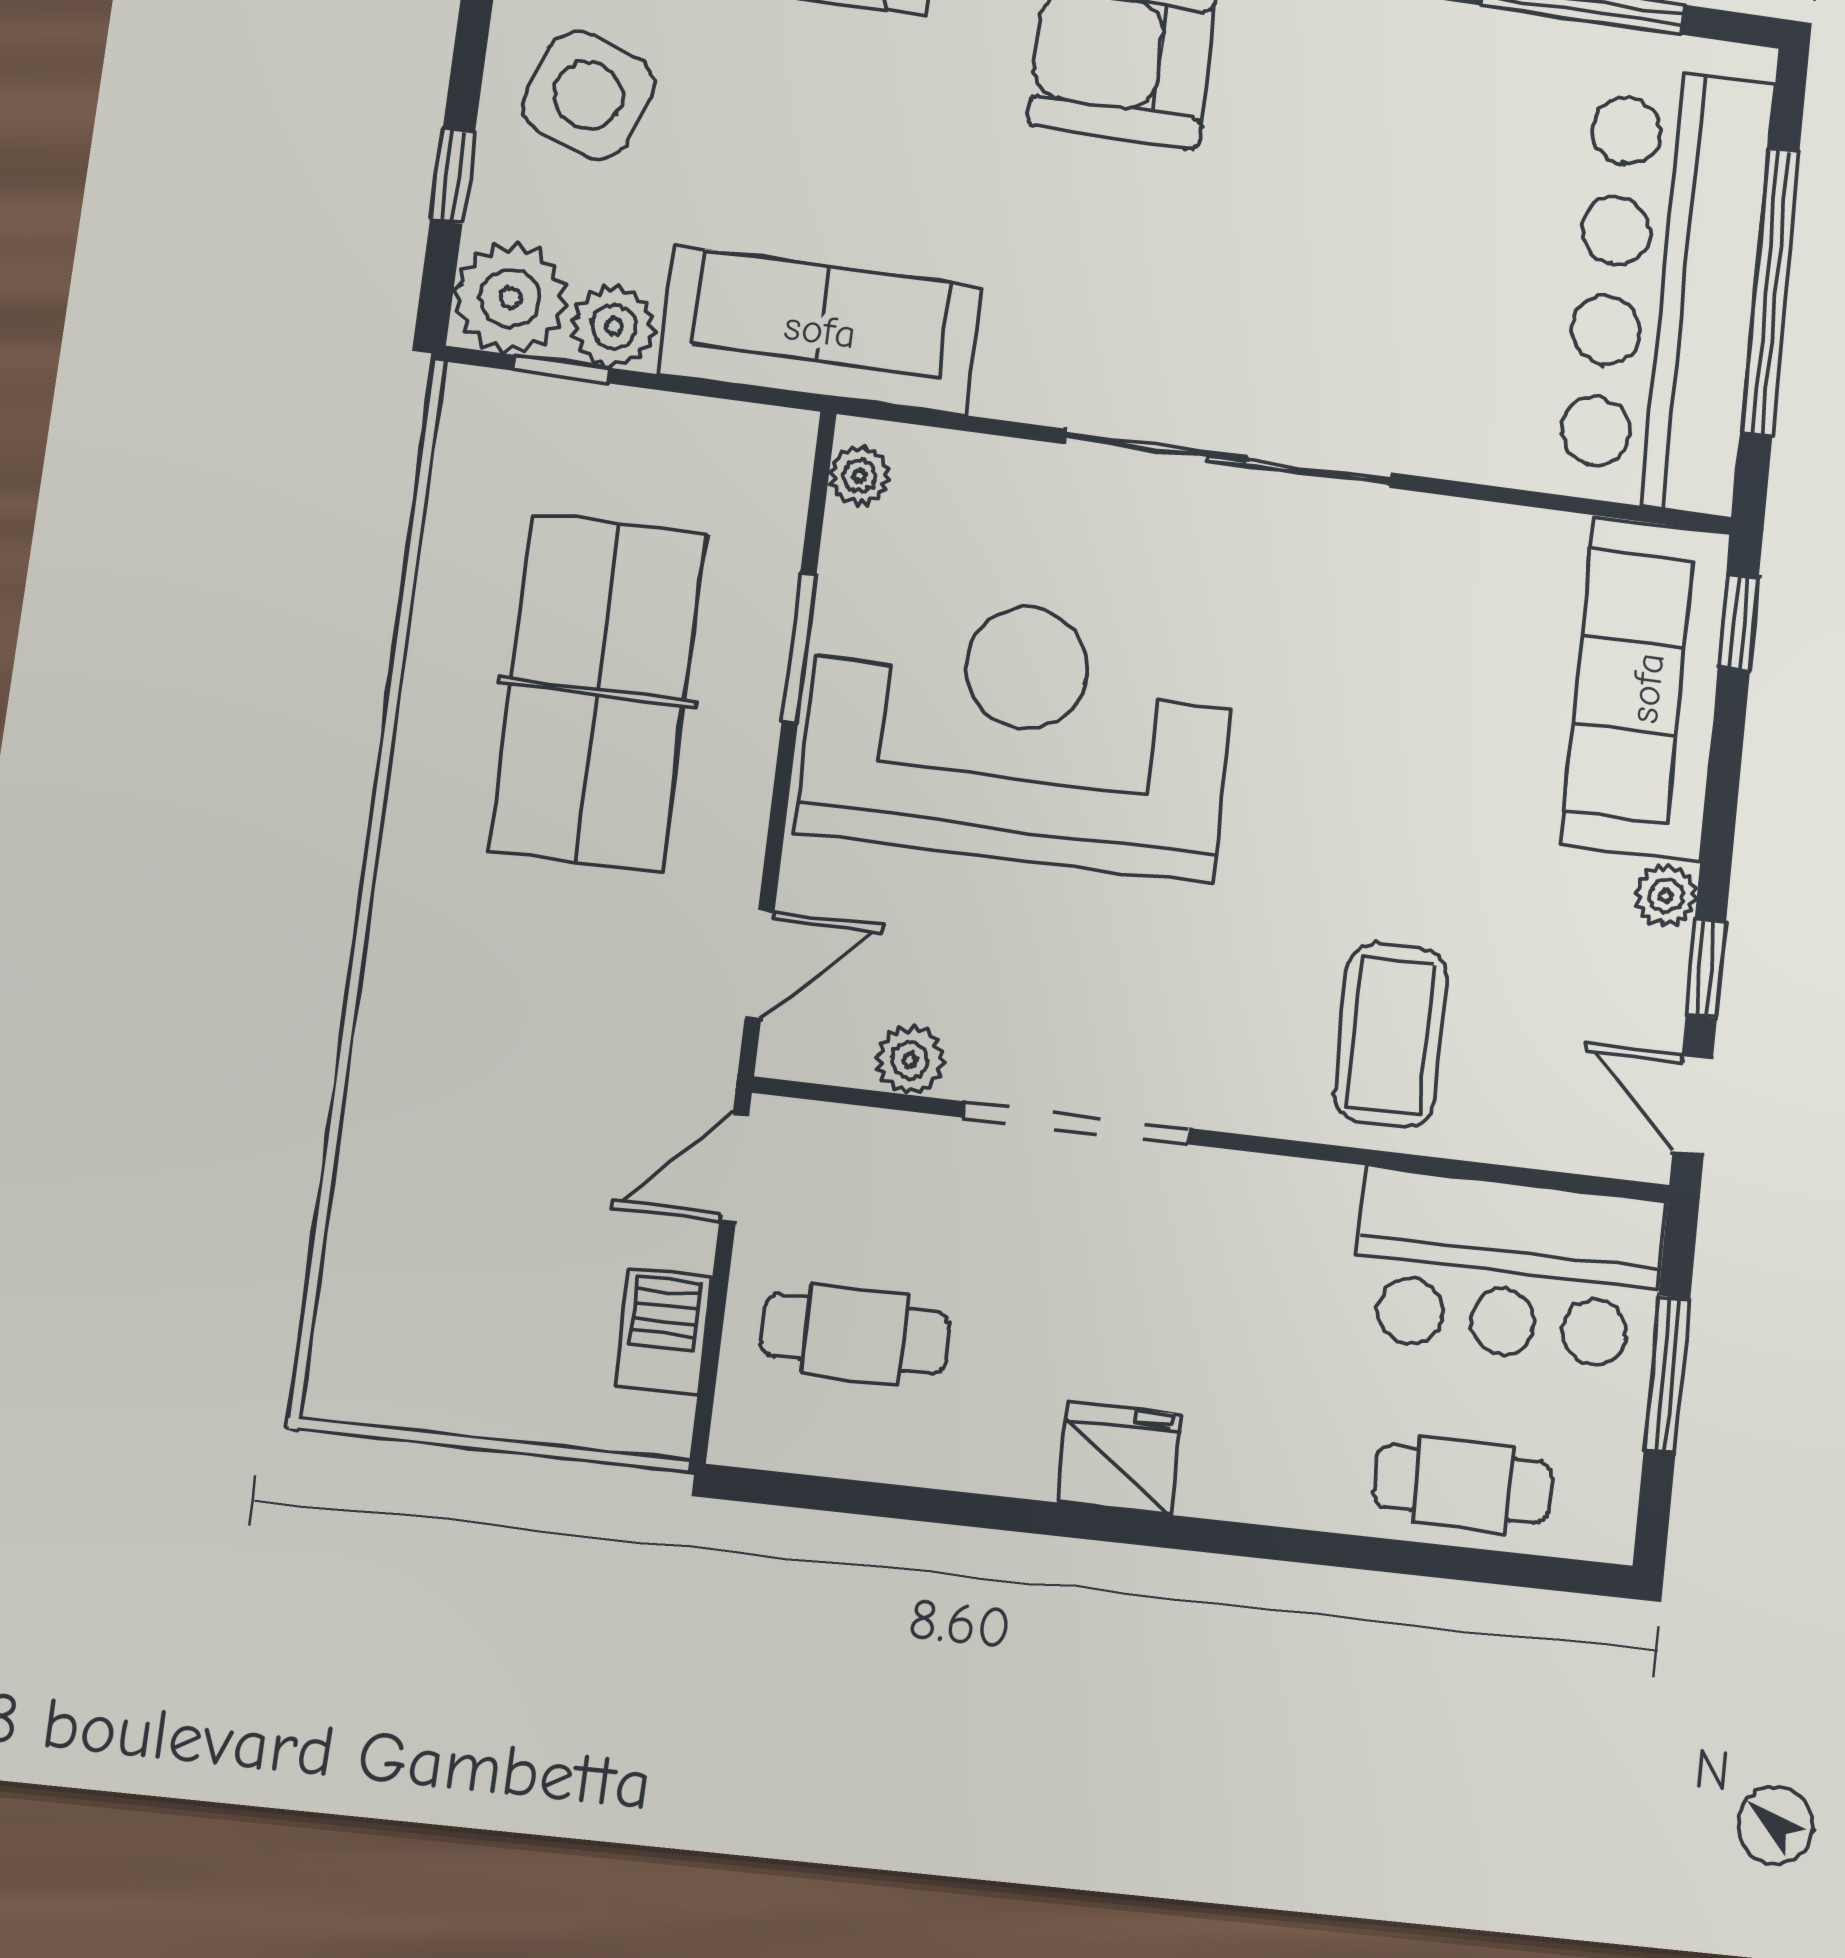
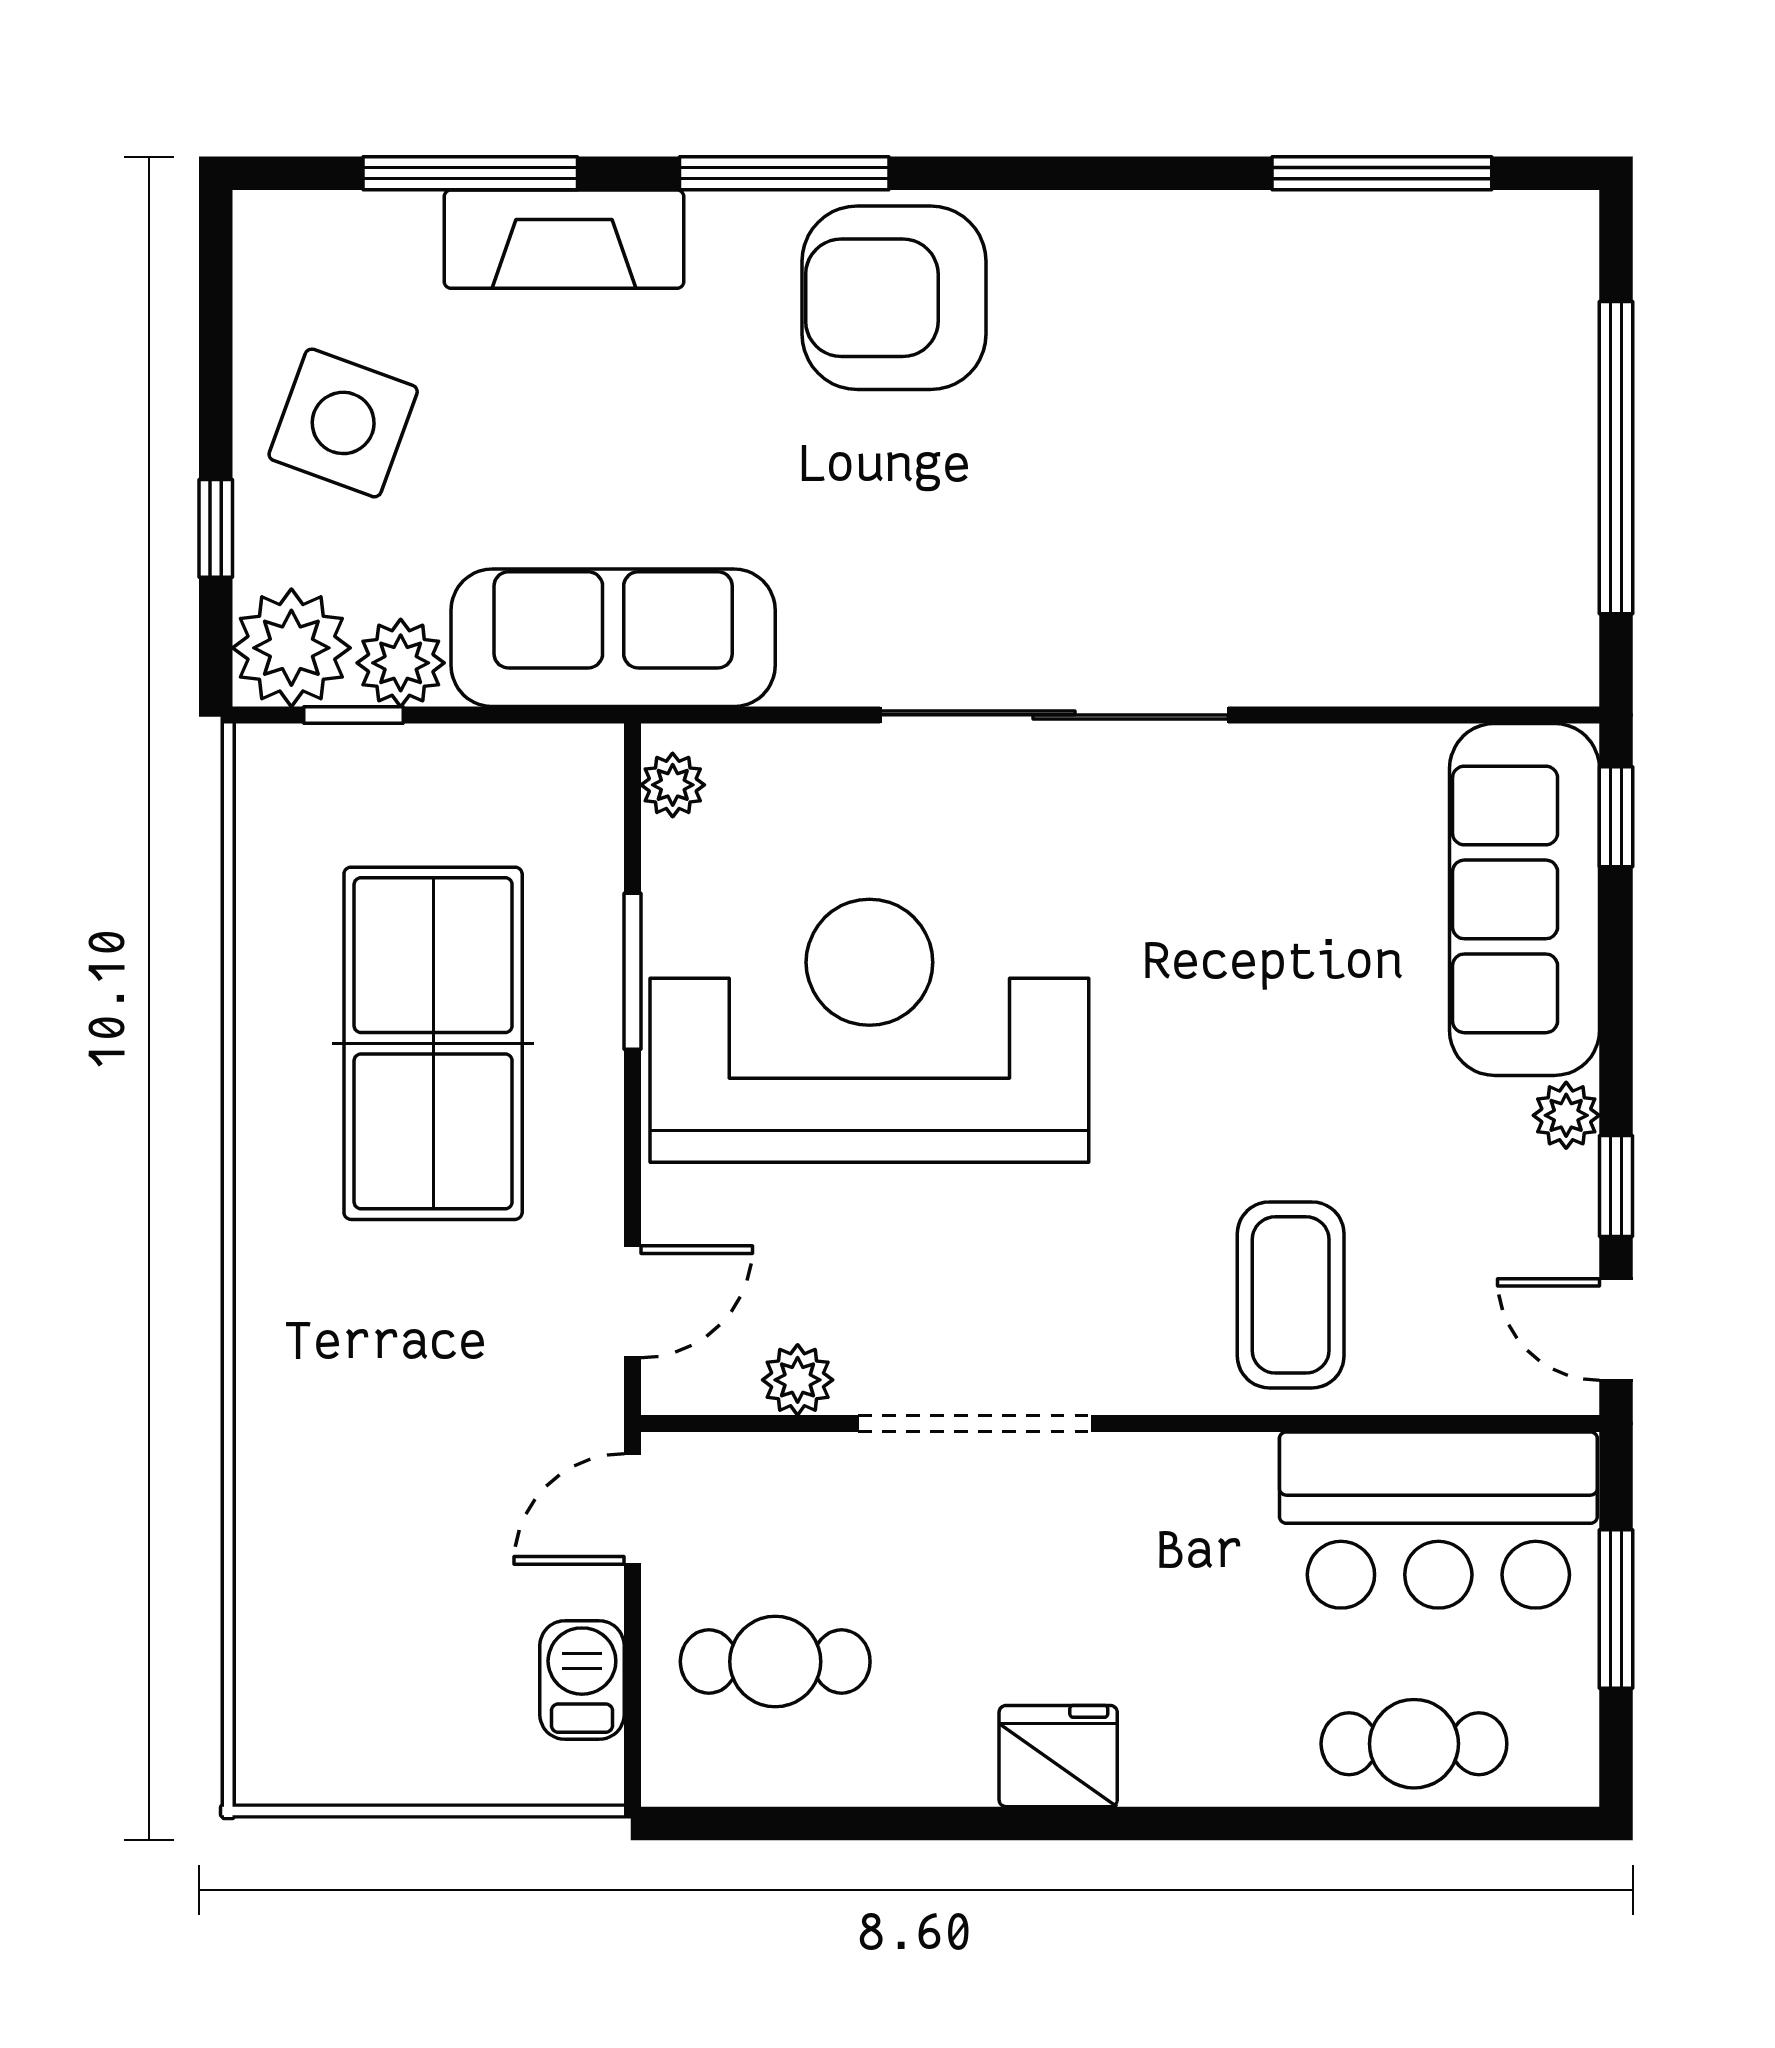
bar counter: (1666, 288) -> (1502, 469), removed

